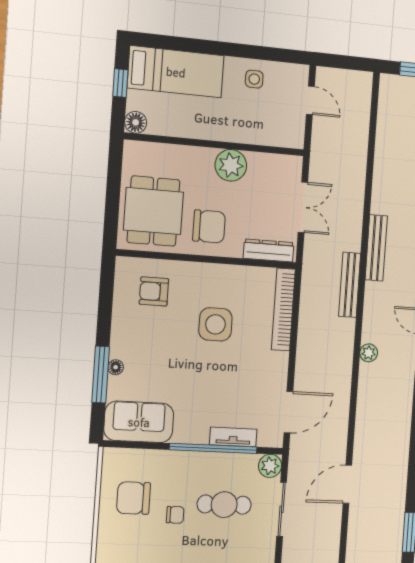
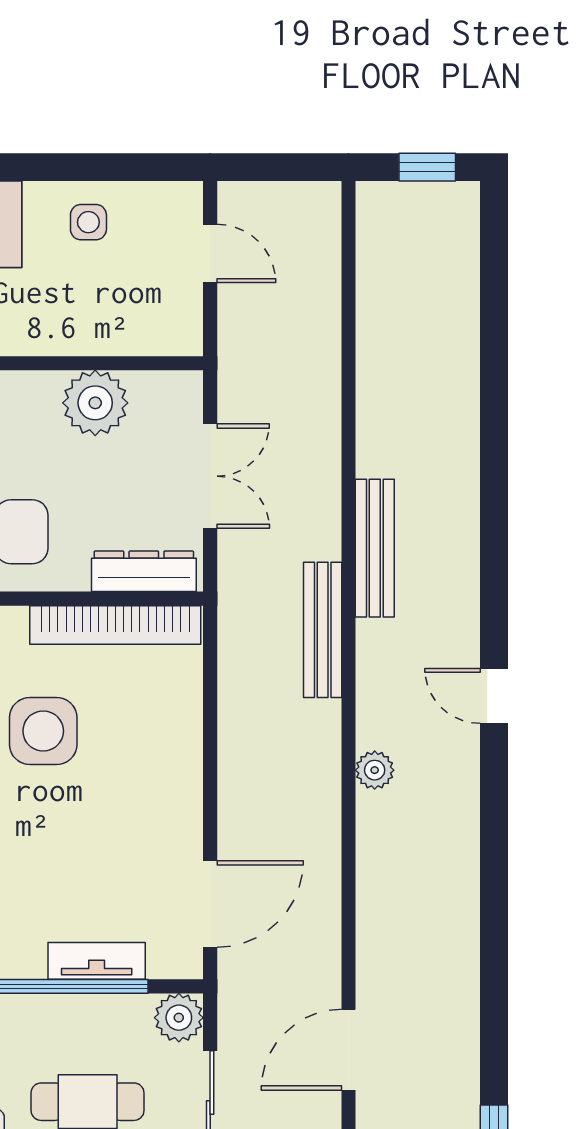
plant: (231, 165) -> (95, 403), moved
bookcase: (283, 309) -> (115, 625), moved, turned -90

